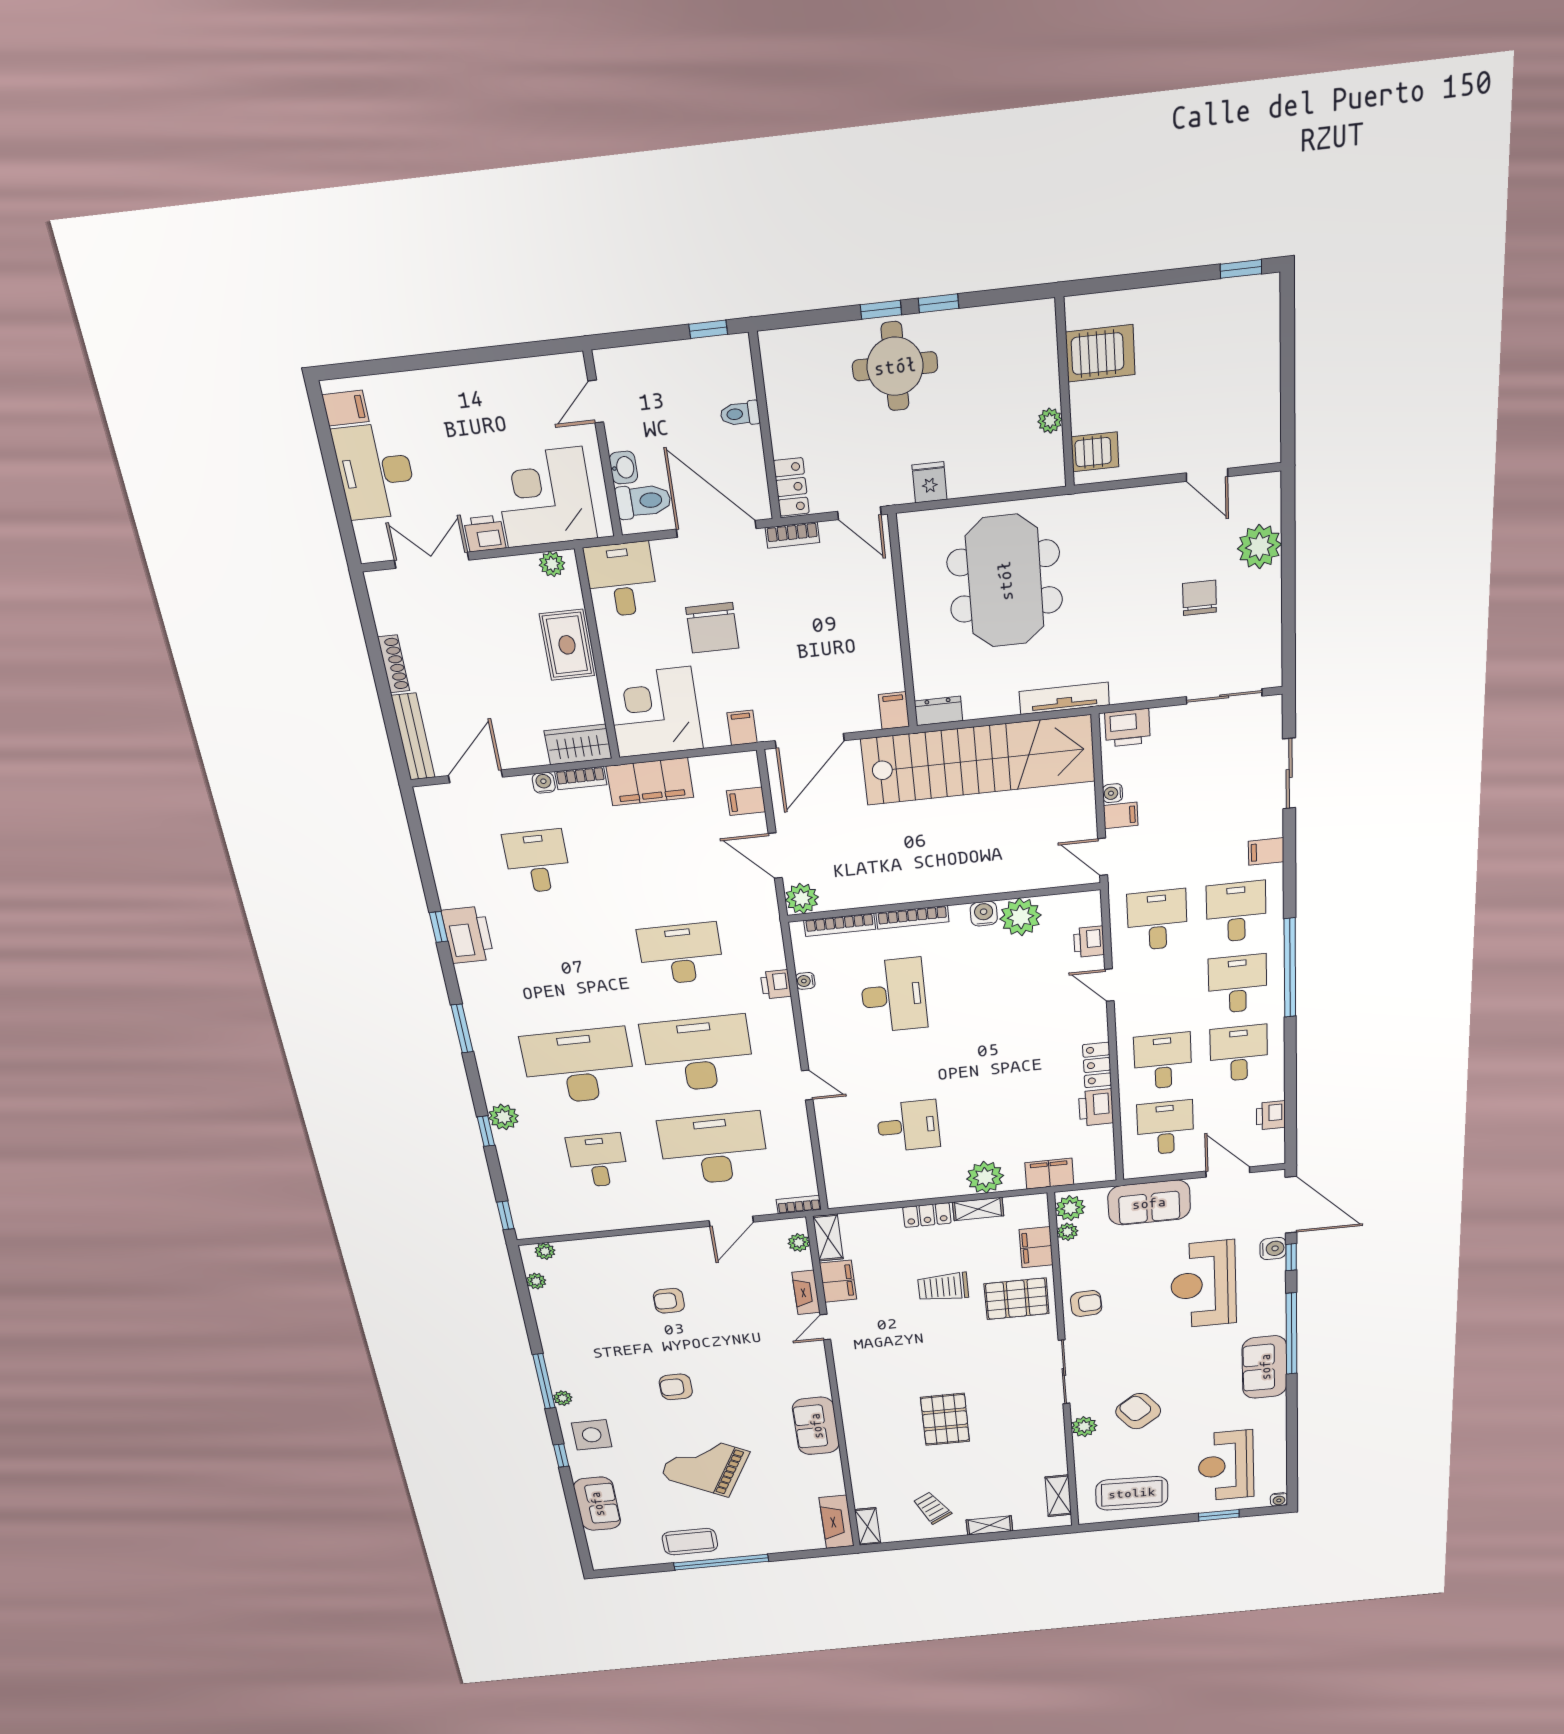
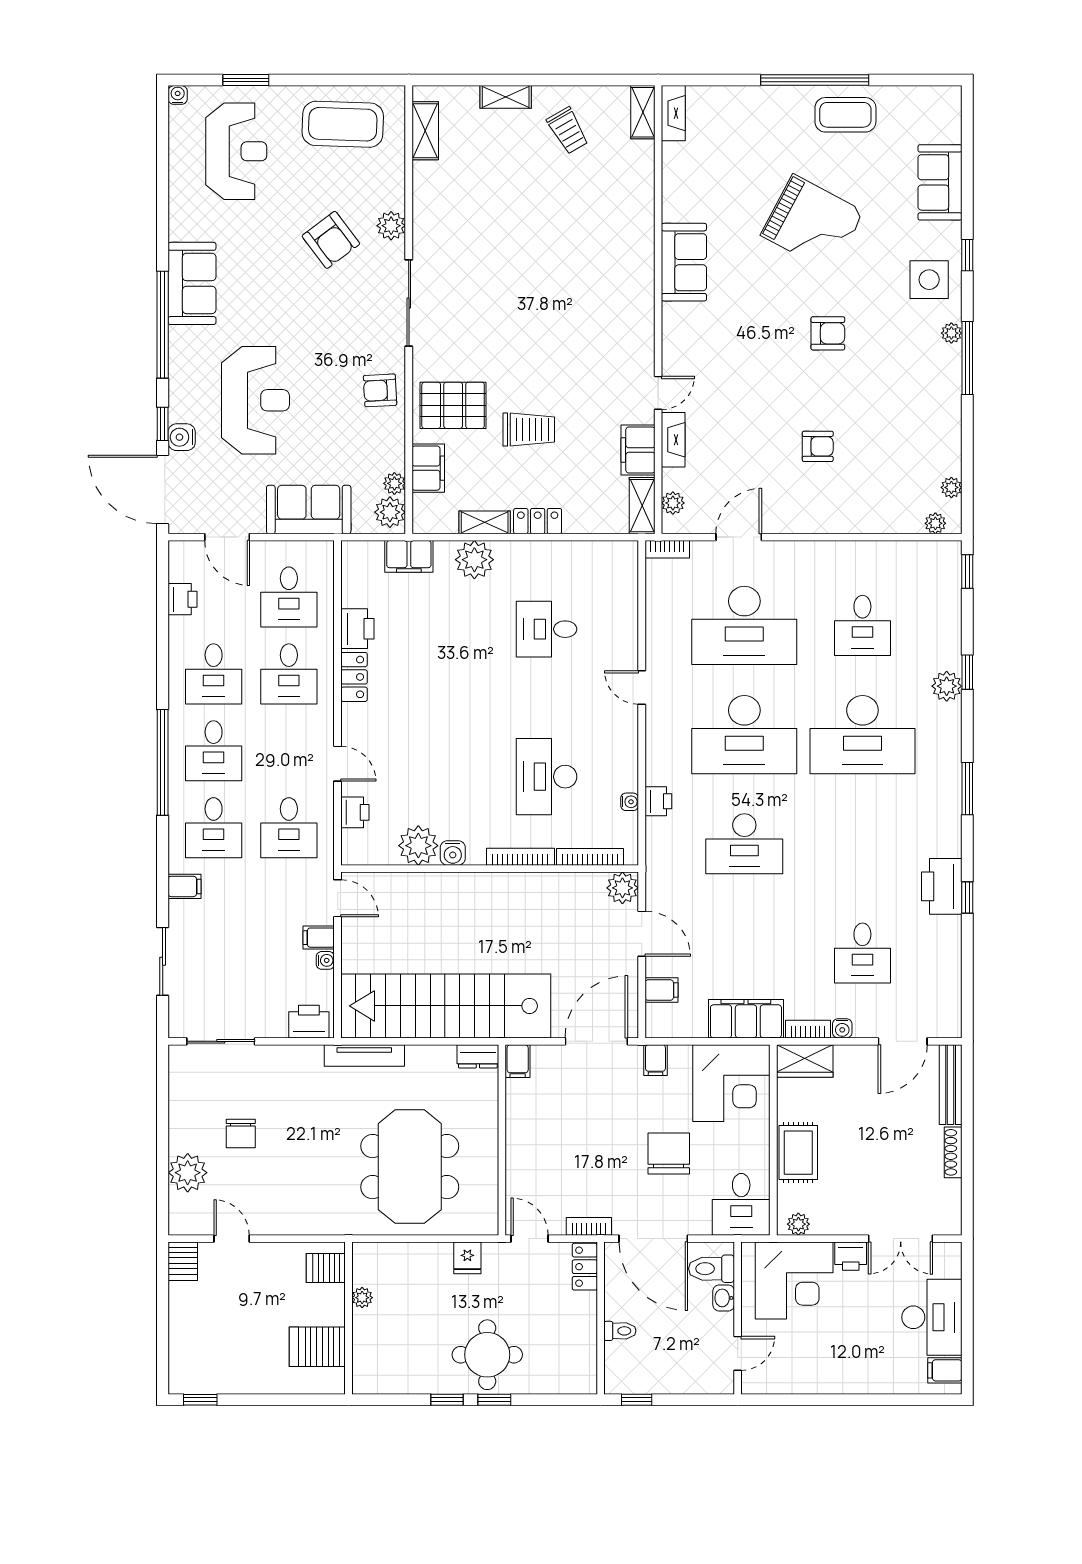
server rack: (1264, 441) -> (183, 1261), added
pallet: (945, 1419) -> (542, 254), removed
fireplace: (837, 1522) -> (673, 113), width x0.73, depth x0.76

